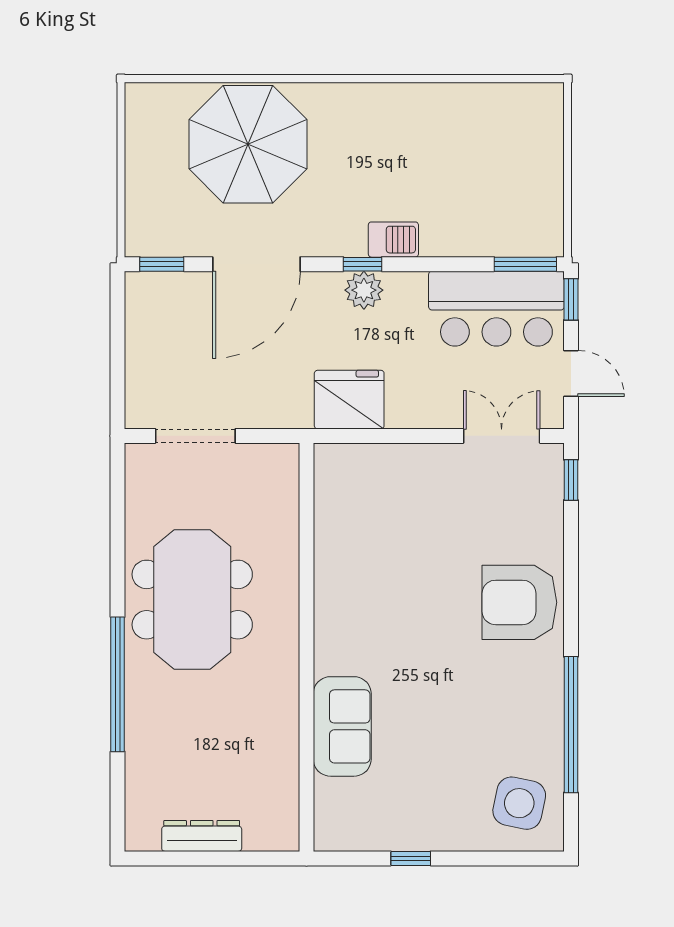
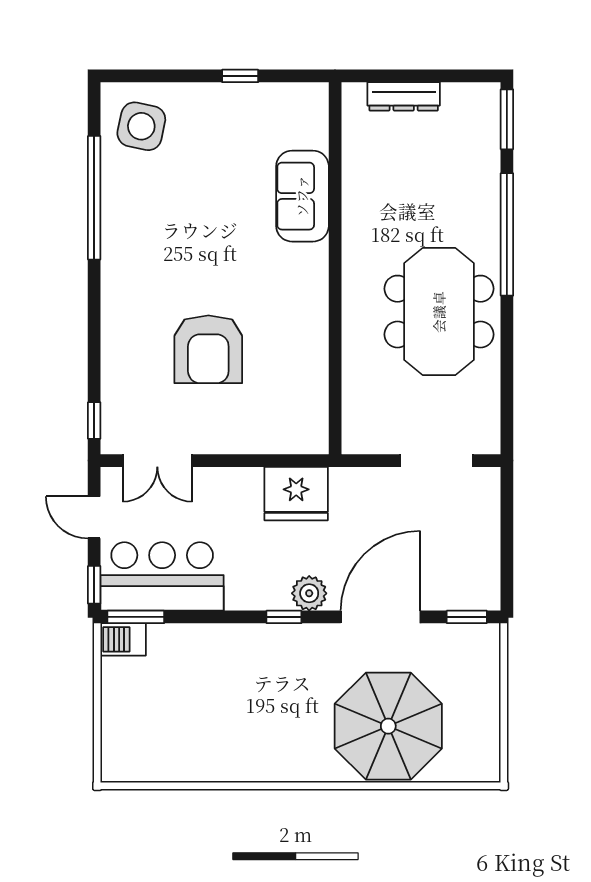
barbecue: (393, 240) -> (123, 639), moved
plant: (364, 290) -> (309, 593), moved
armchair: (519, 602) -> (208, 349), moved, turned 90
window: (118, 811) -> (507, 119), added
dresser: (202, 836) -> (404, 96), moved

